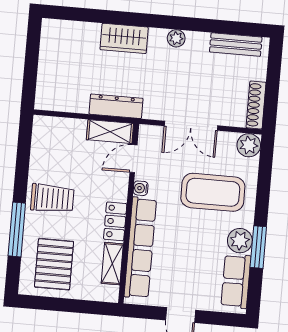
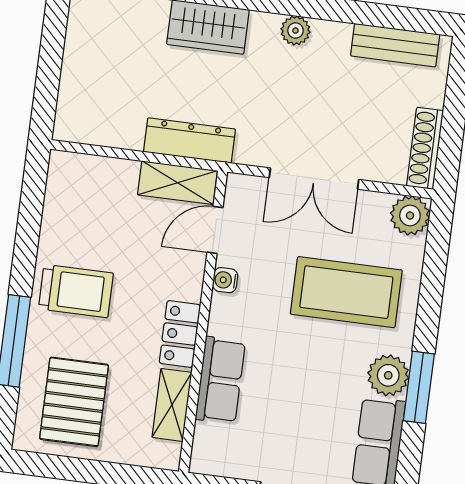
row of seats: (140, 248) -> (220, 380), width x0.50

